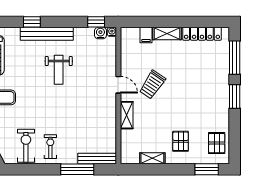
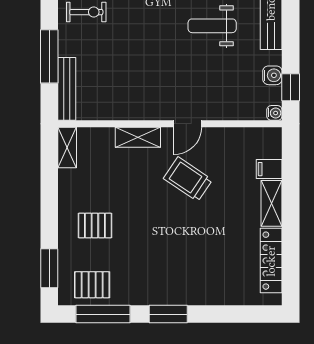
water cooler: (100, 33) -> (272, 75), moved
window: (235, 58) -> (103, 314), moved
shelving: (152, 158) -> (67, 147), moved

